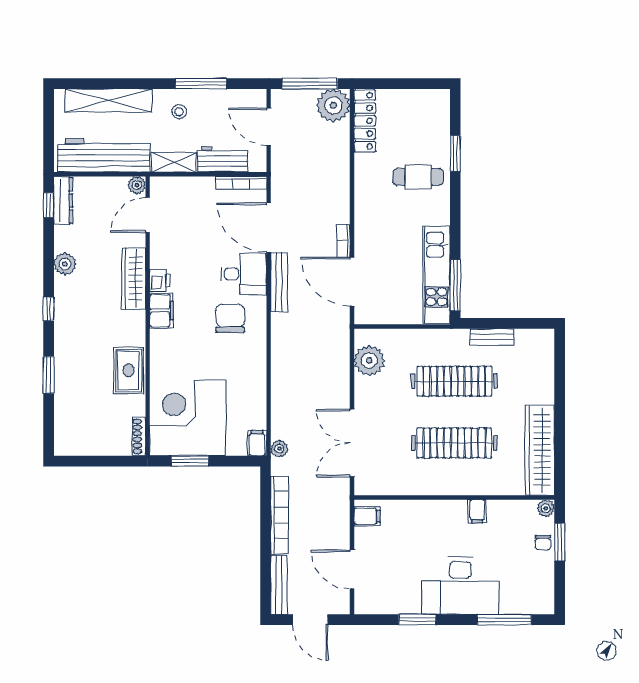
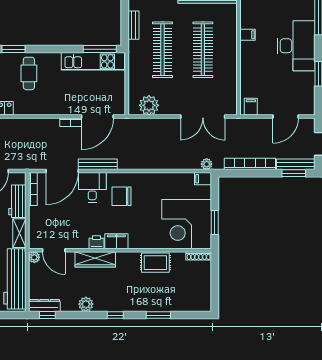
window: (265, 582) -> (294, 173), added

